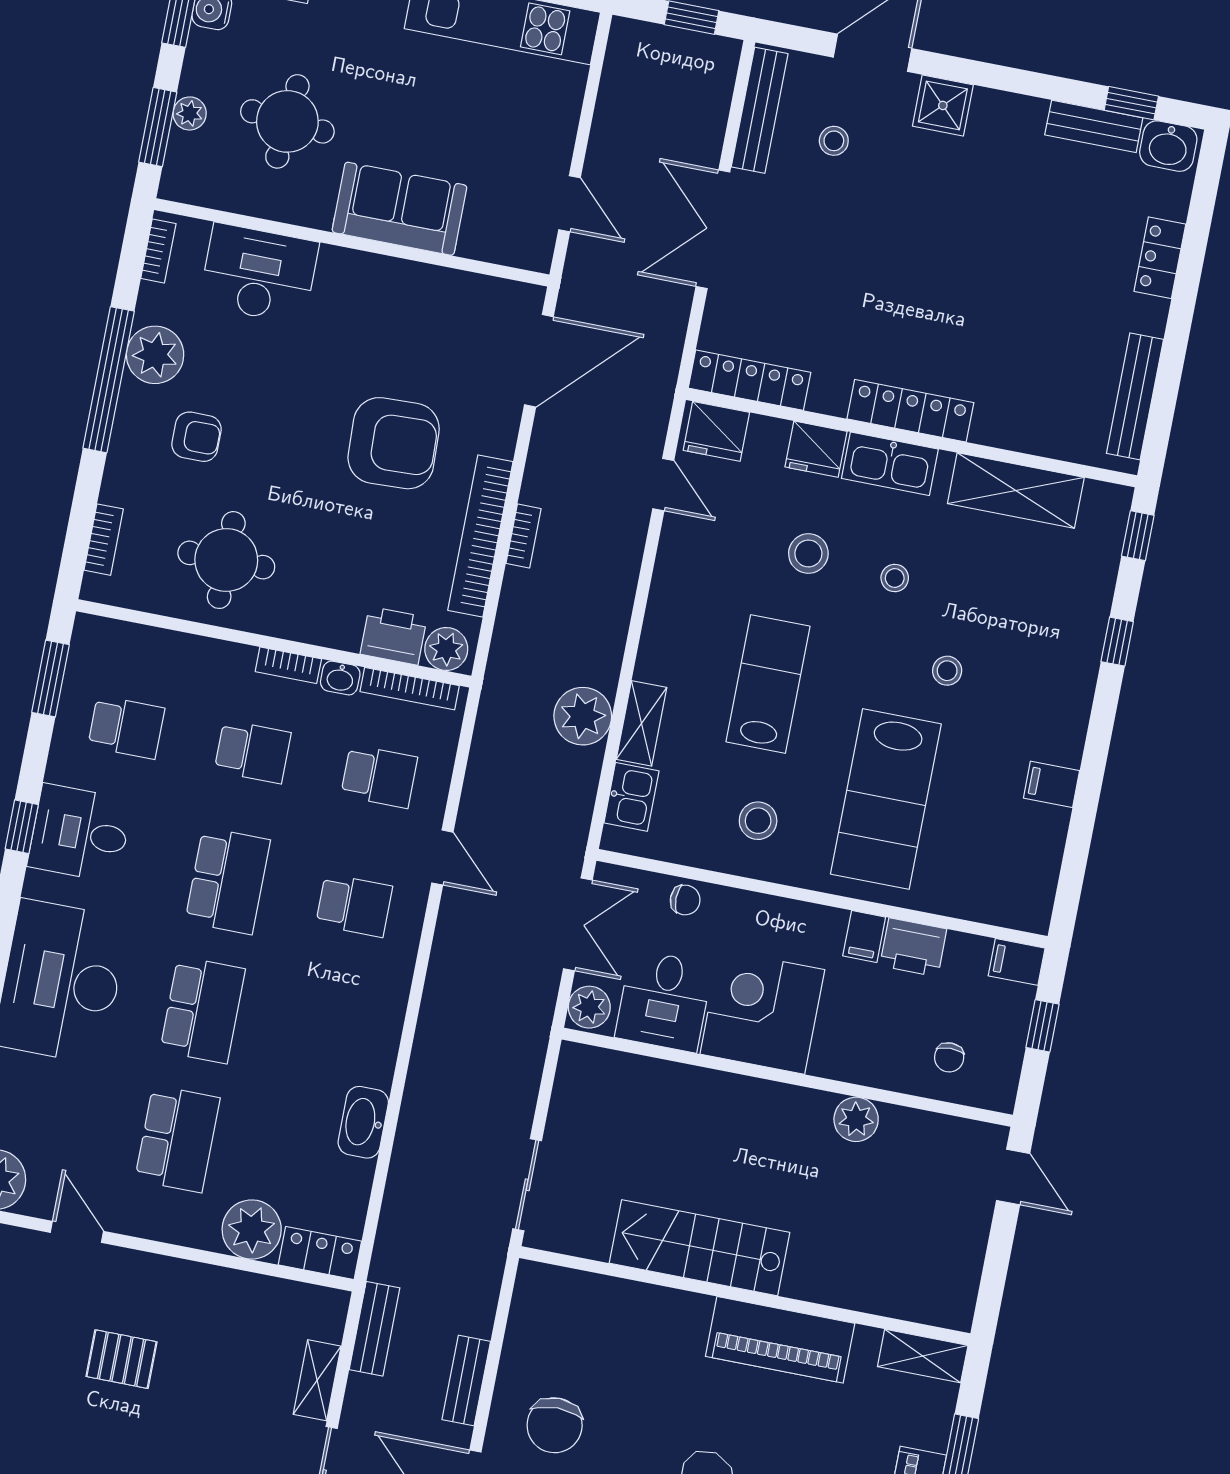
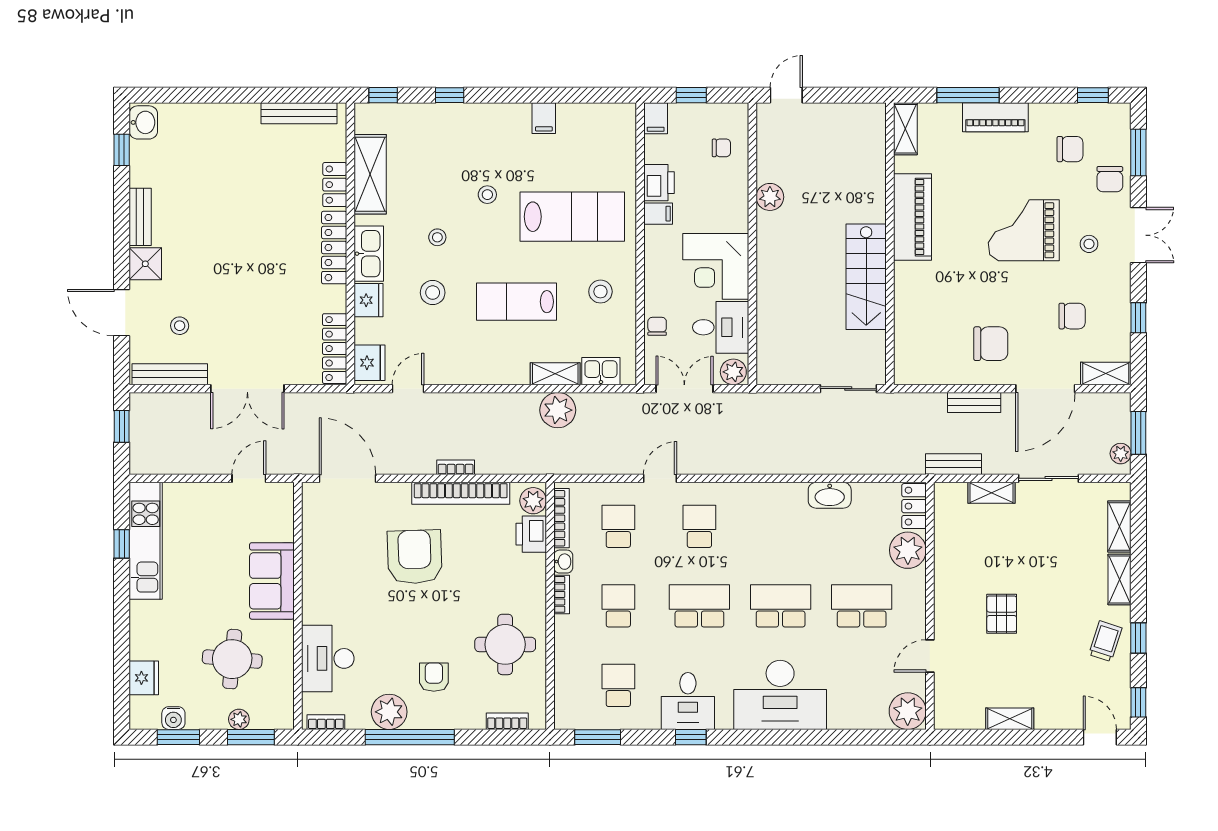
bench: (1094, 126) -> (140, 217), moved
locker: (1160, 258) -> (335, 185), moved, turned 90

